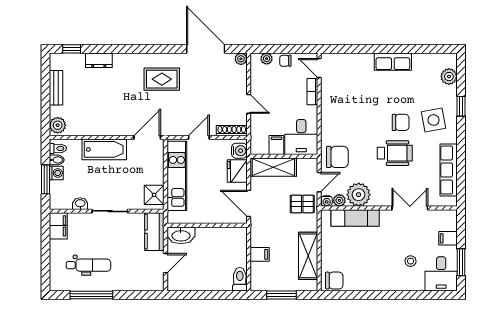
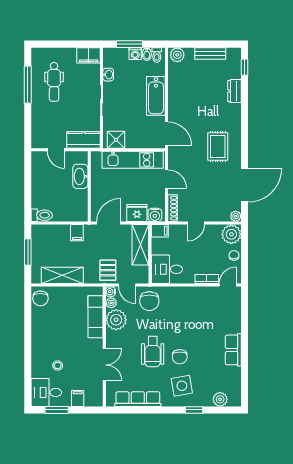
plant: (267, 59) -> (231, 234), width x1.88, depth x1.88
filing cabinet: (276, 145) -> (160, 231), moved
washbasin: (181, 235) -> (80, 176), moved
filing cabinet: (260, 254) -> (77, 233), moved

